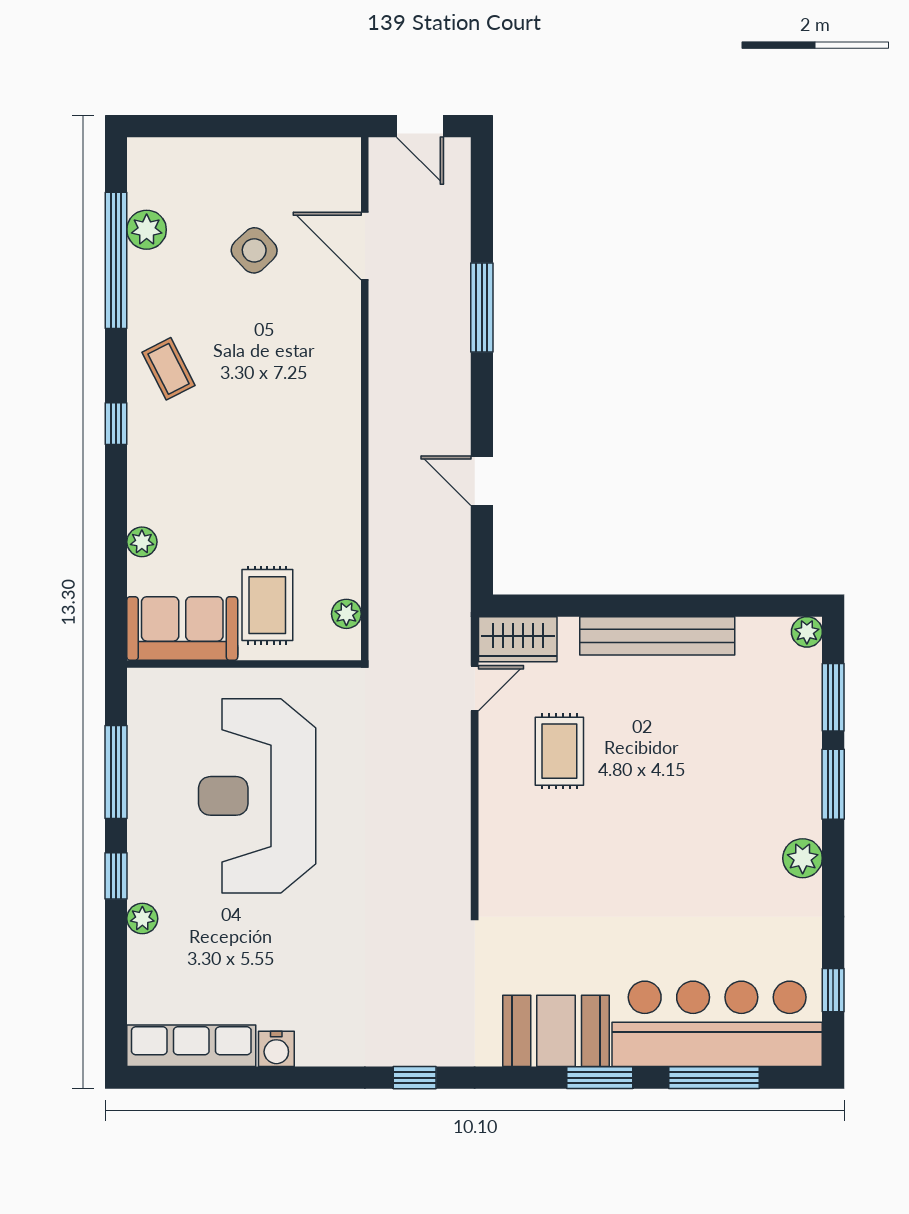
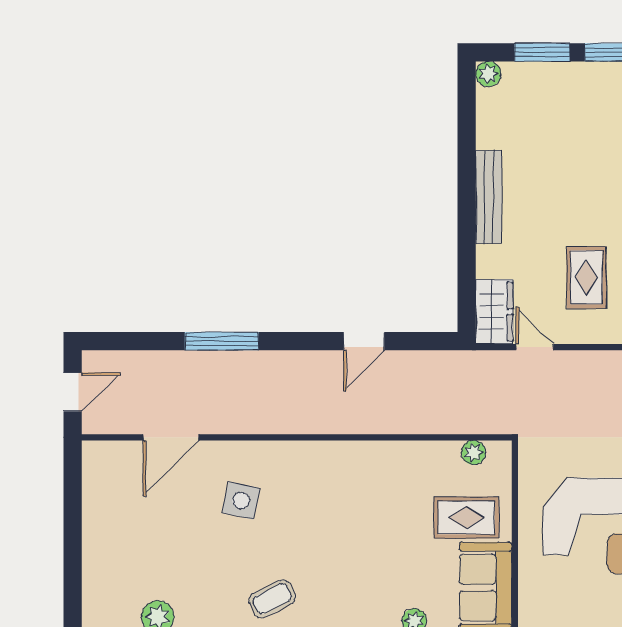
side table: (254, 250) -> (241, 500), moved, turned -35
bench: (657, 636) -> (489, 197), width x0.73, depth x0.82
rug: (559, 751) -> (586, 277), turned 90

